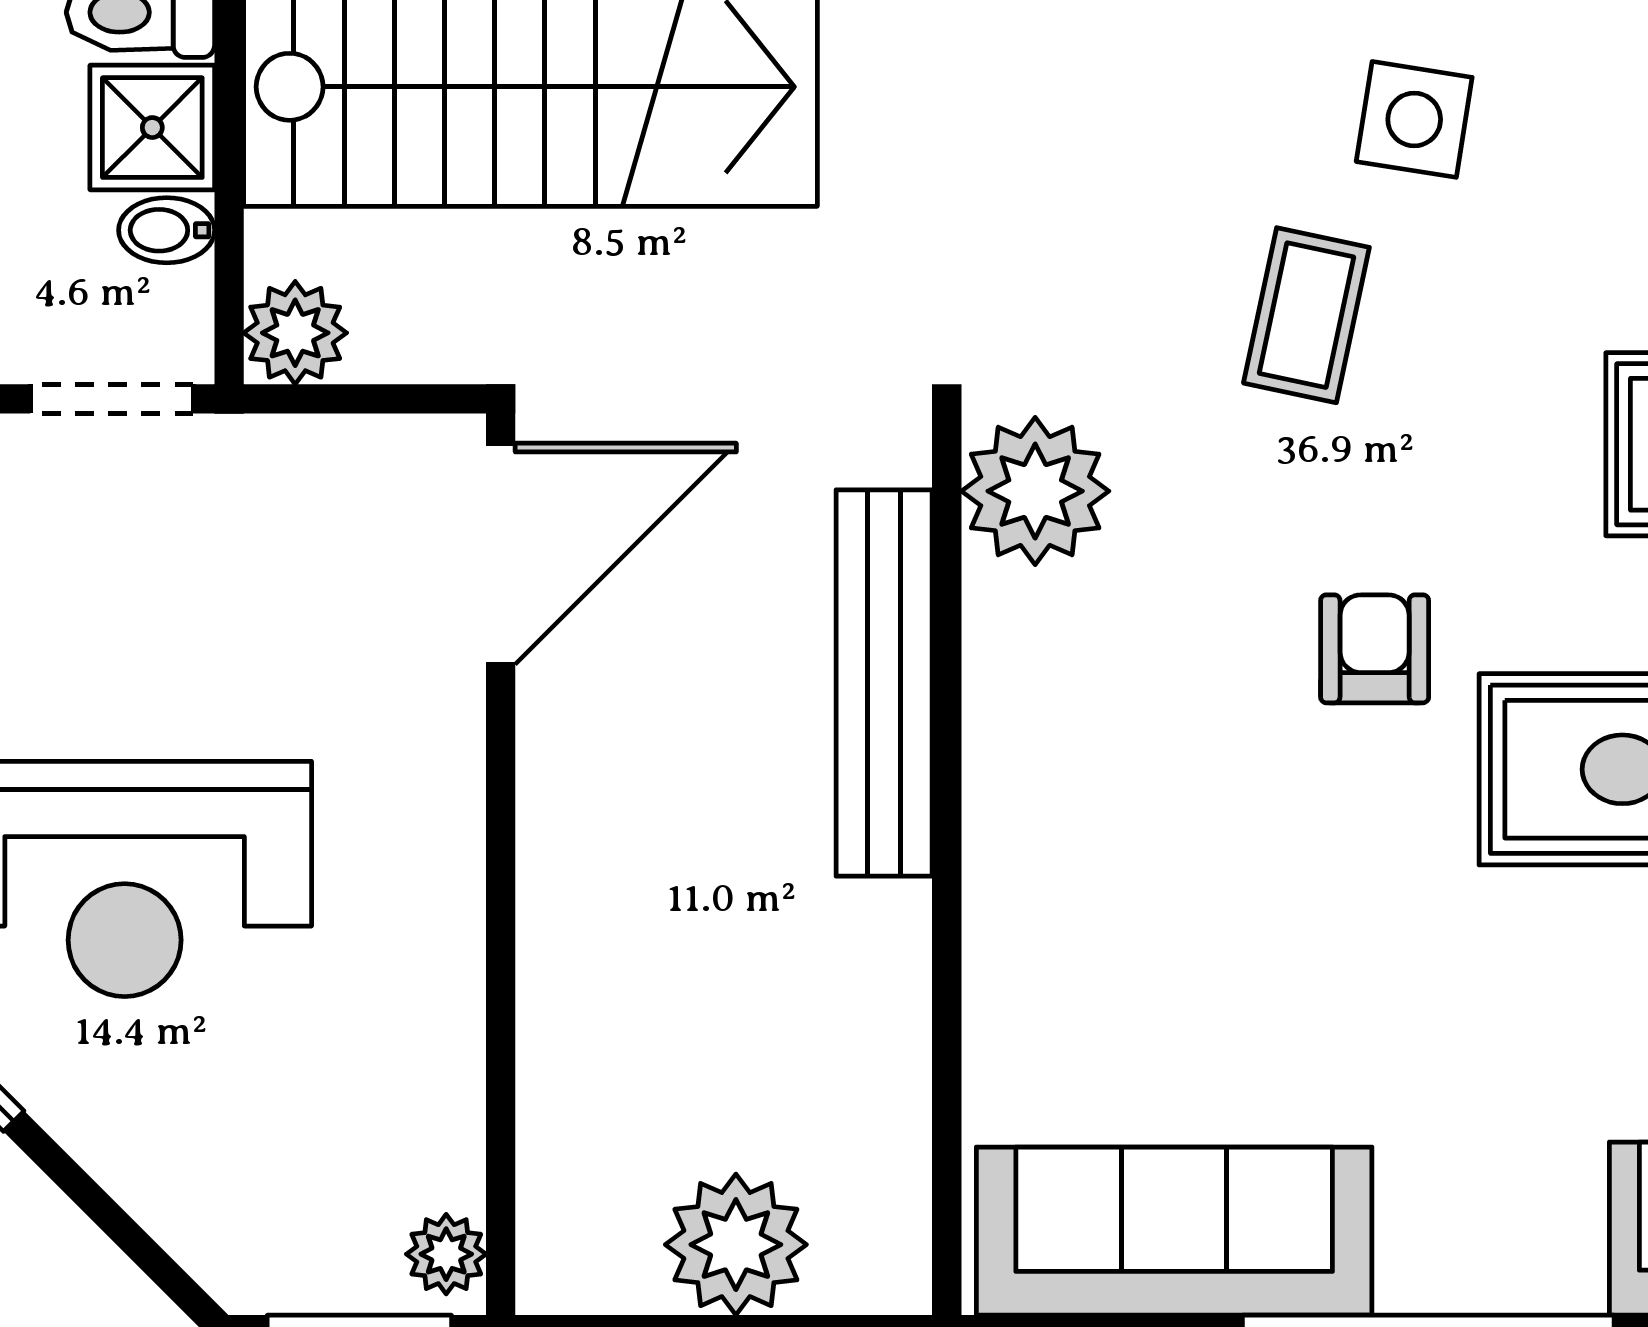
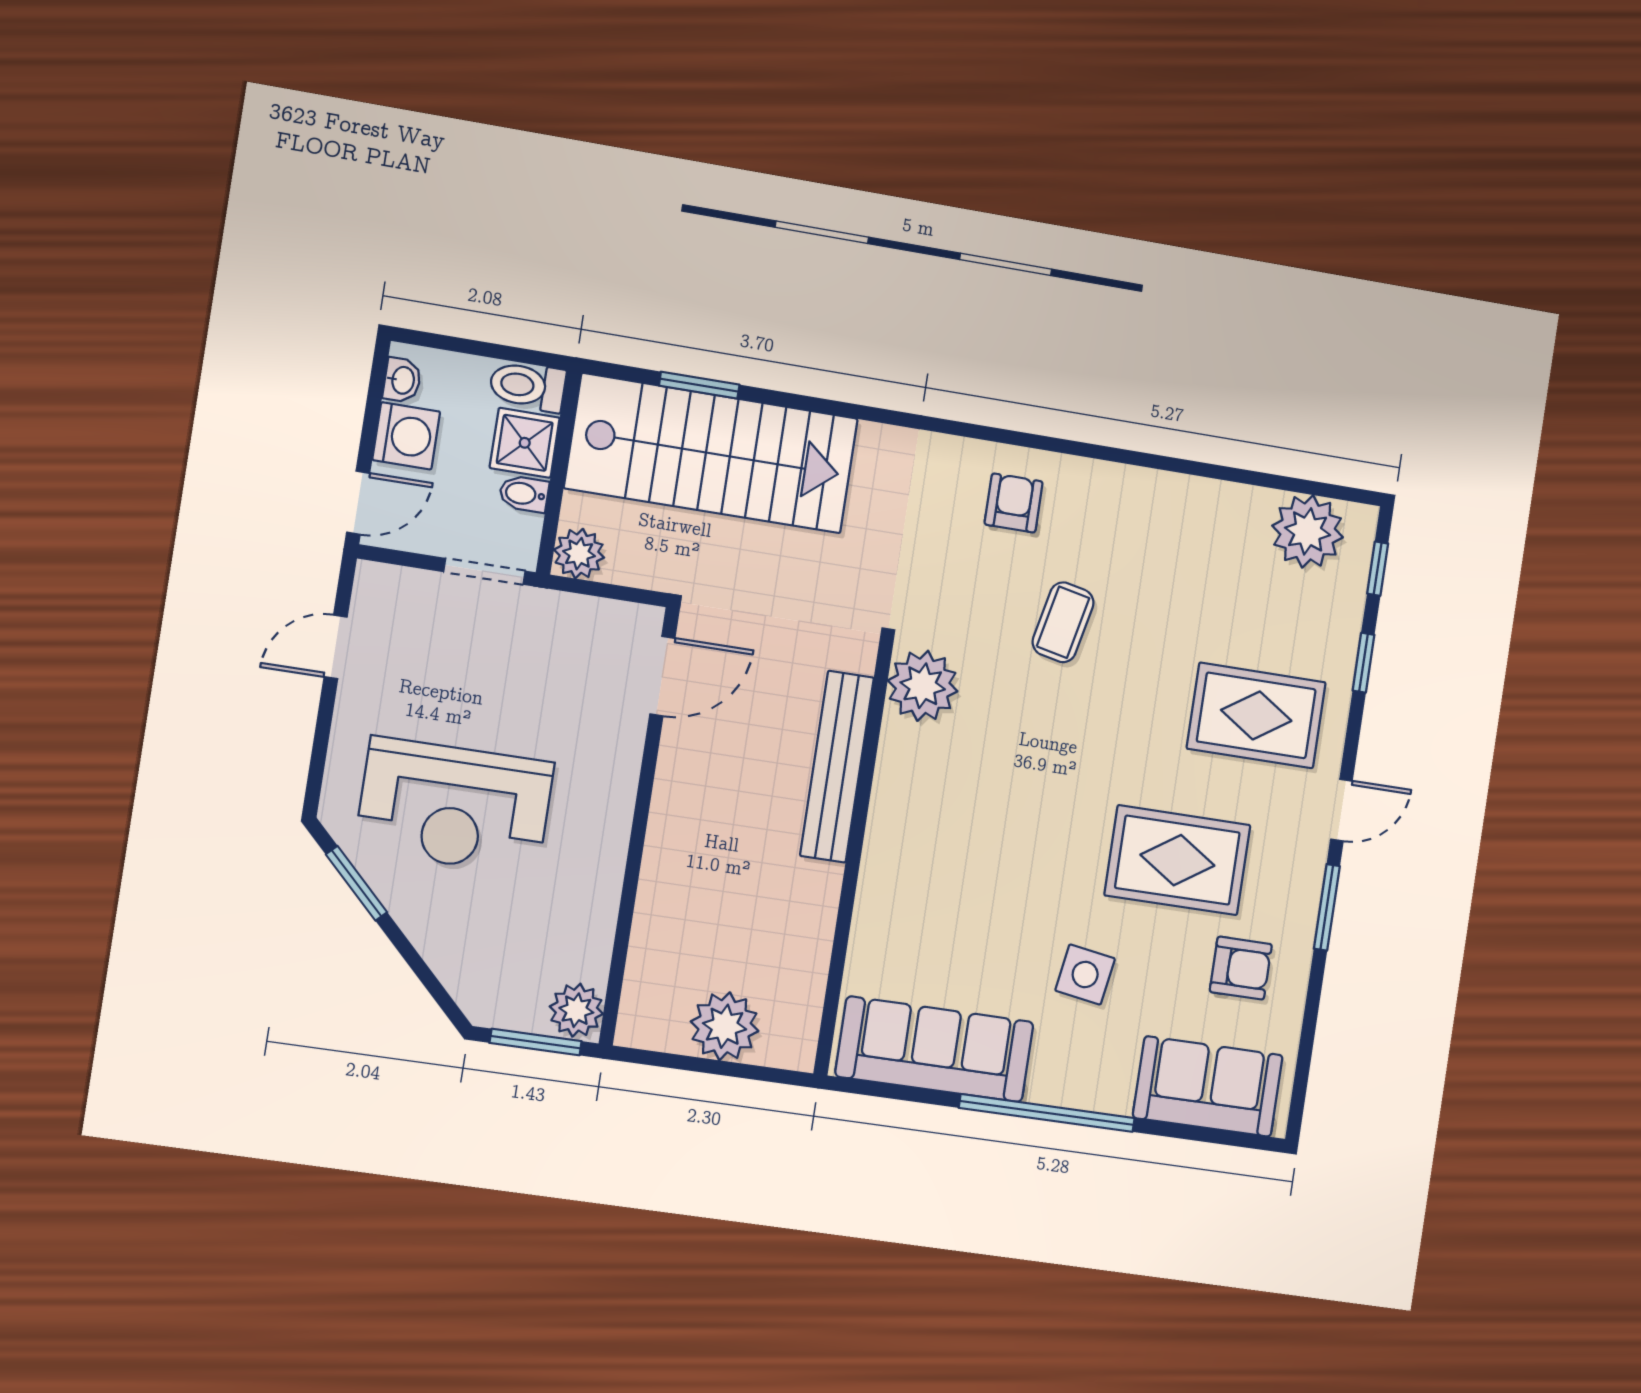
side table: (1414, 119) -> (1085, 975), moved
door: (501, 554) -> (662, 676), width x0.73
armchair: (1375, 649) -> (1014, 503), moved
plant: (446, 1254) -> (576, 1010), width x1.38, depth x1.38

